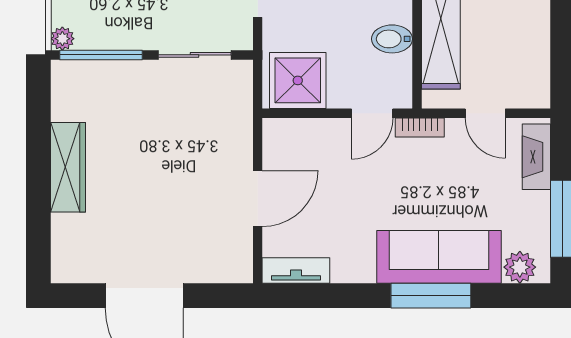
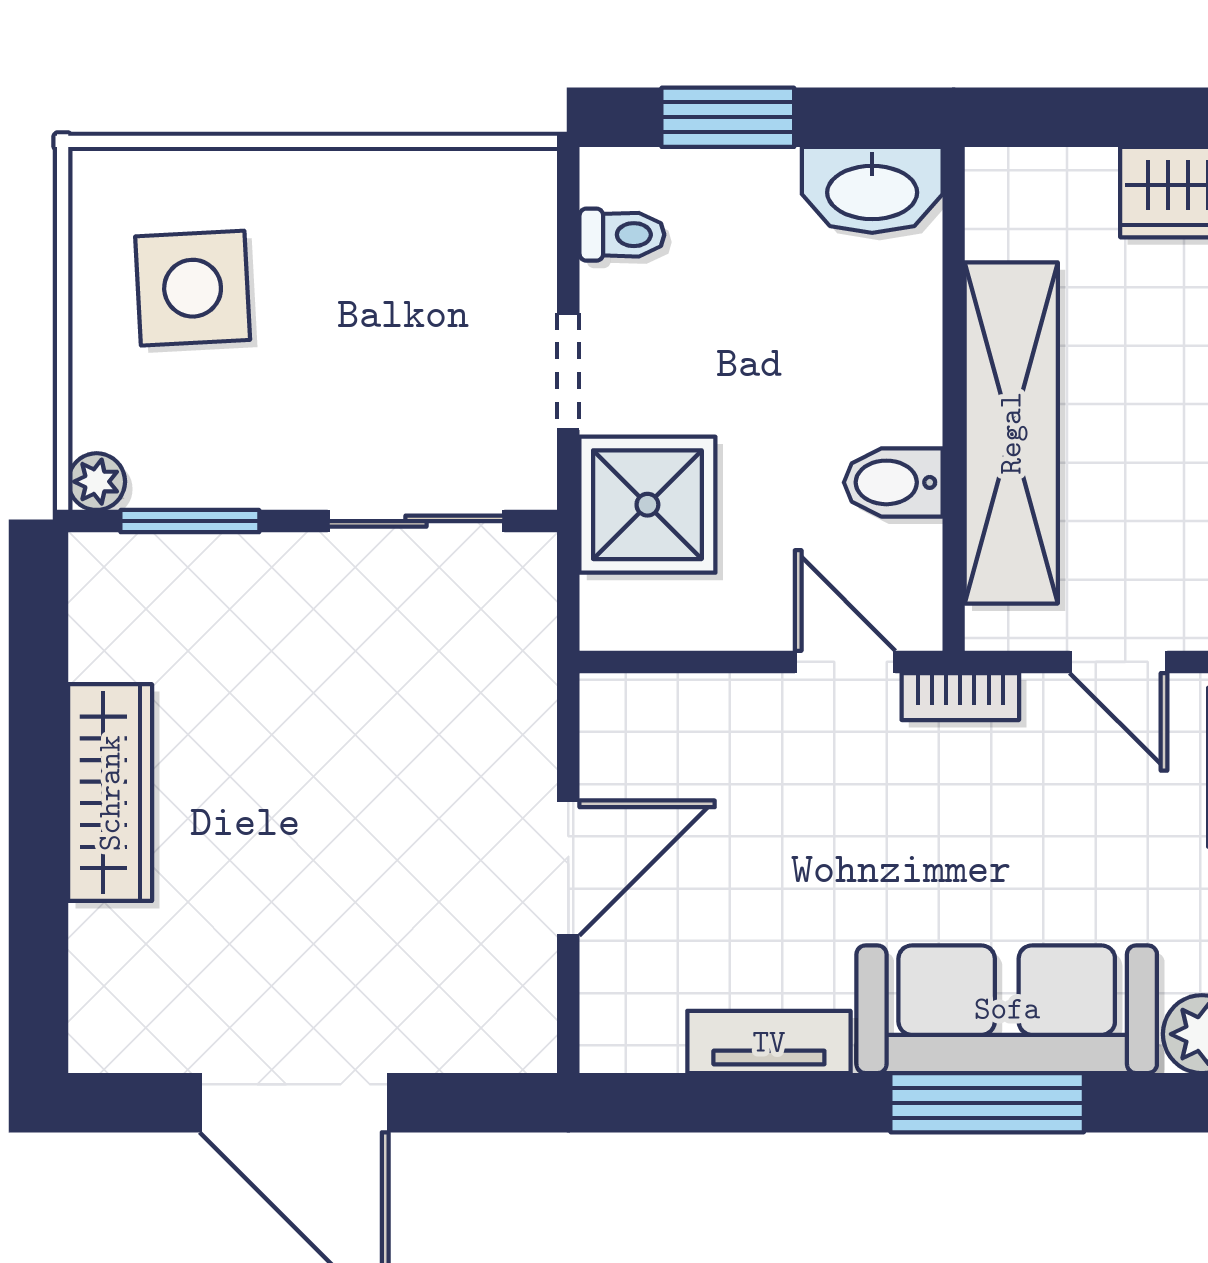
window: (101, 55) -> (190, 521), width x0.69
shower: (298, 80) -> (647, 505), moved
door: (372, 113) -> (845, 662), swing flipped
tv unit: (296, 270) -> (769, 1042), moved

